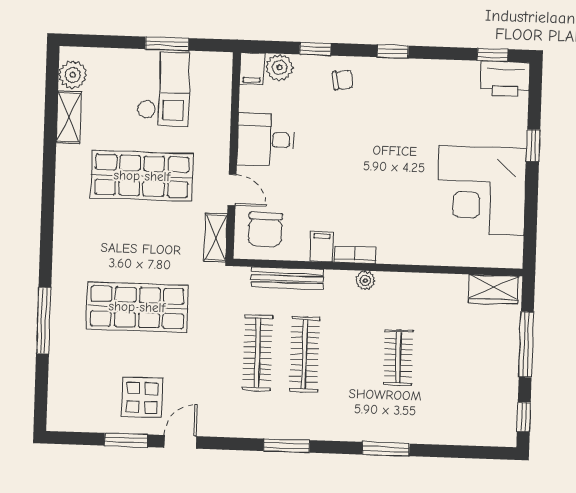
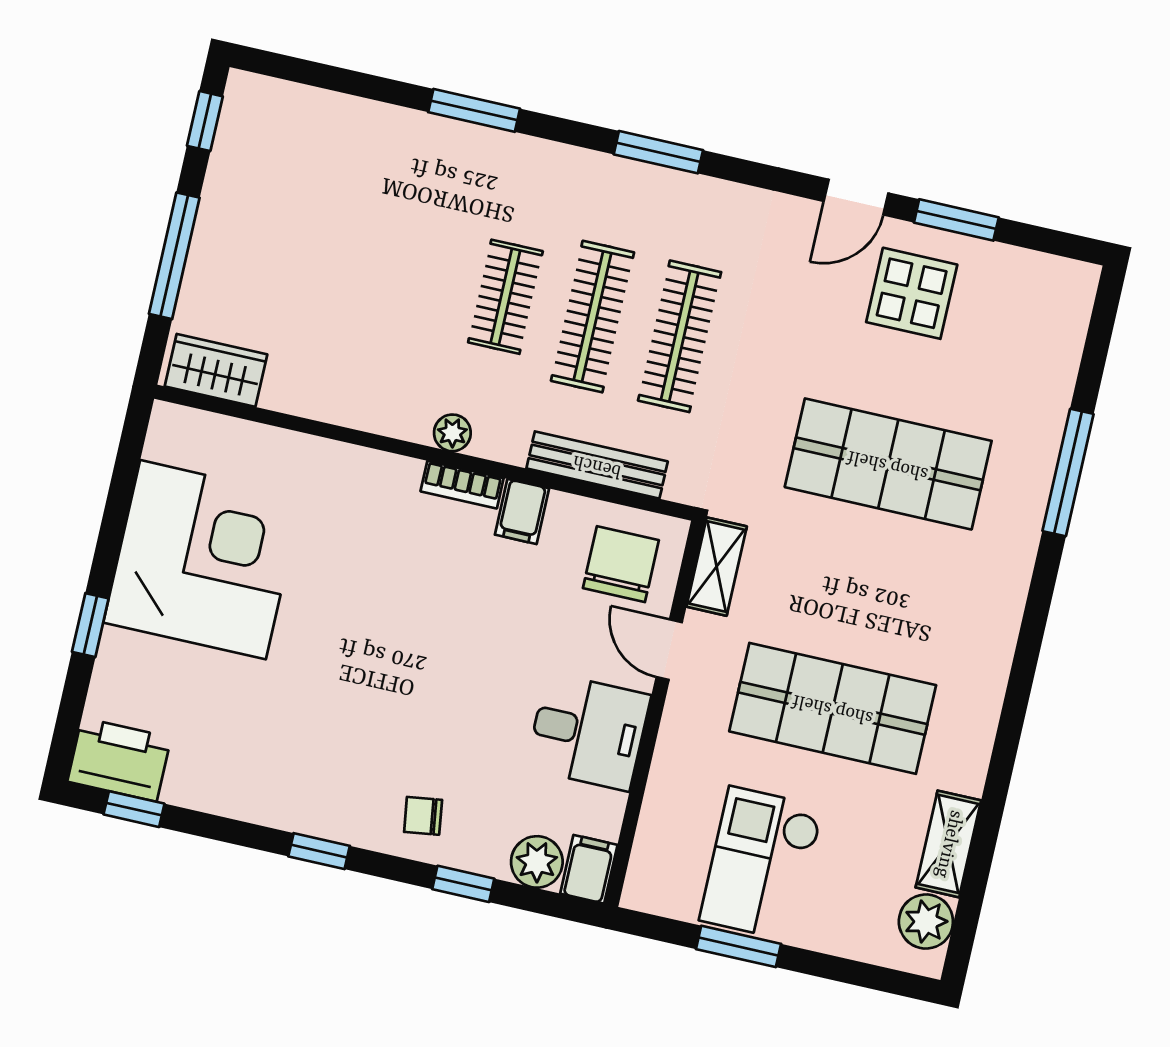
clothes rail: (398, 358) -> (505, 297), moved

